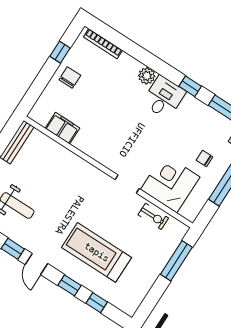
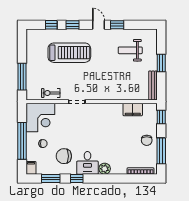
window: (60, 52) -> (161, 151), width x2.17
window: (32, 95) -> (161, 117), added
chair: (188, 125) -> (64, 156), added
corner desk: (170, 183) -> (40, 117), moved

